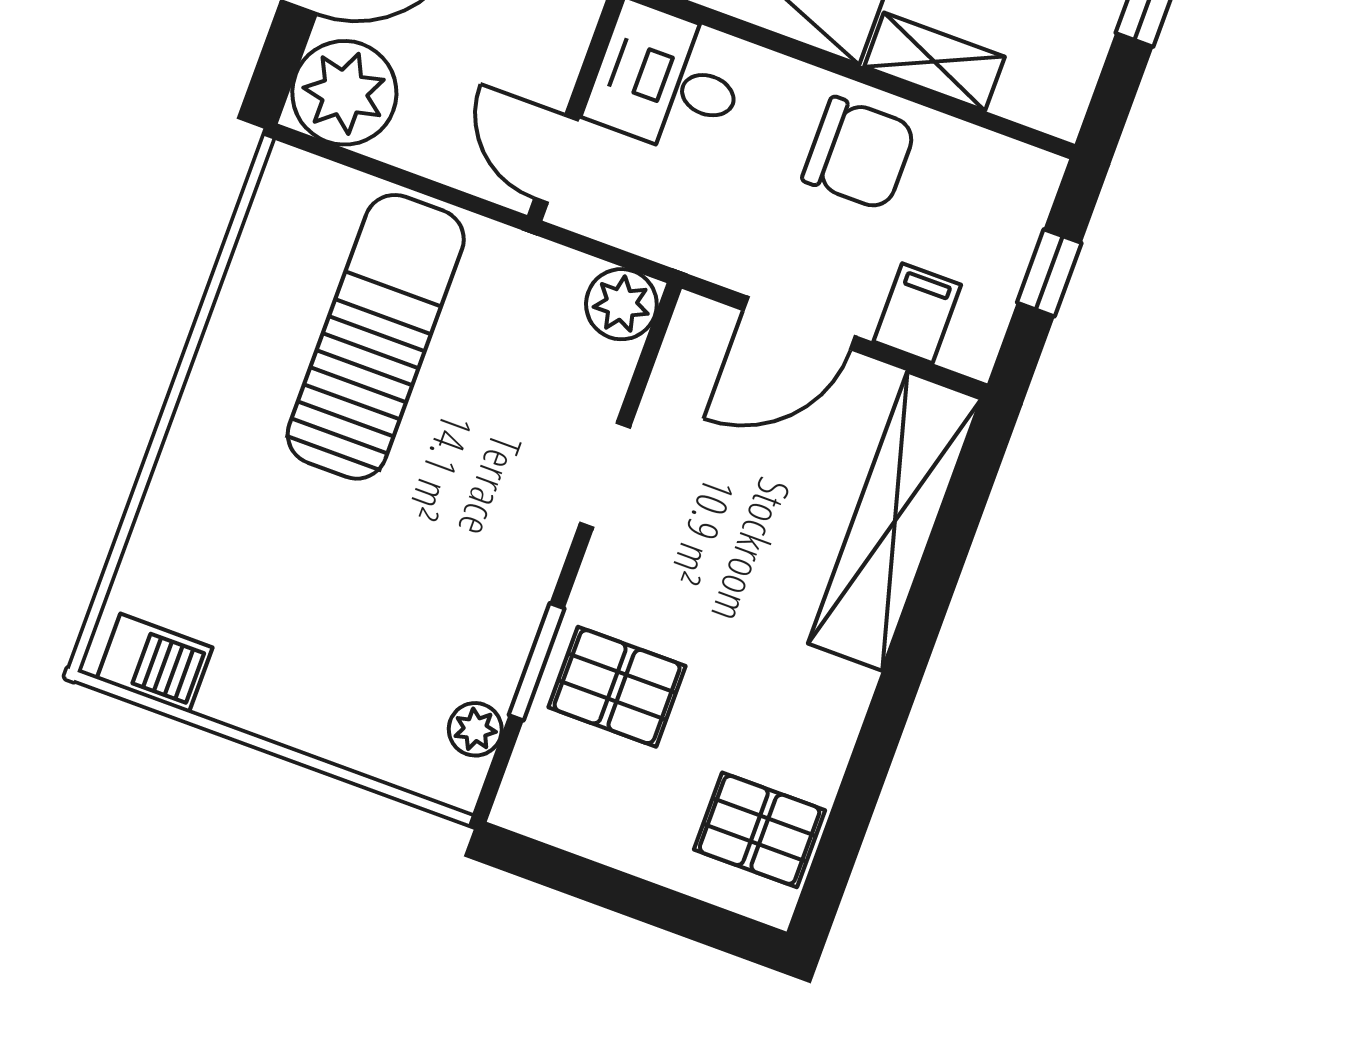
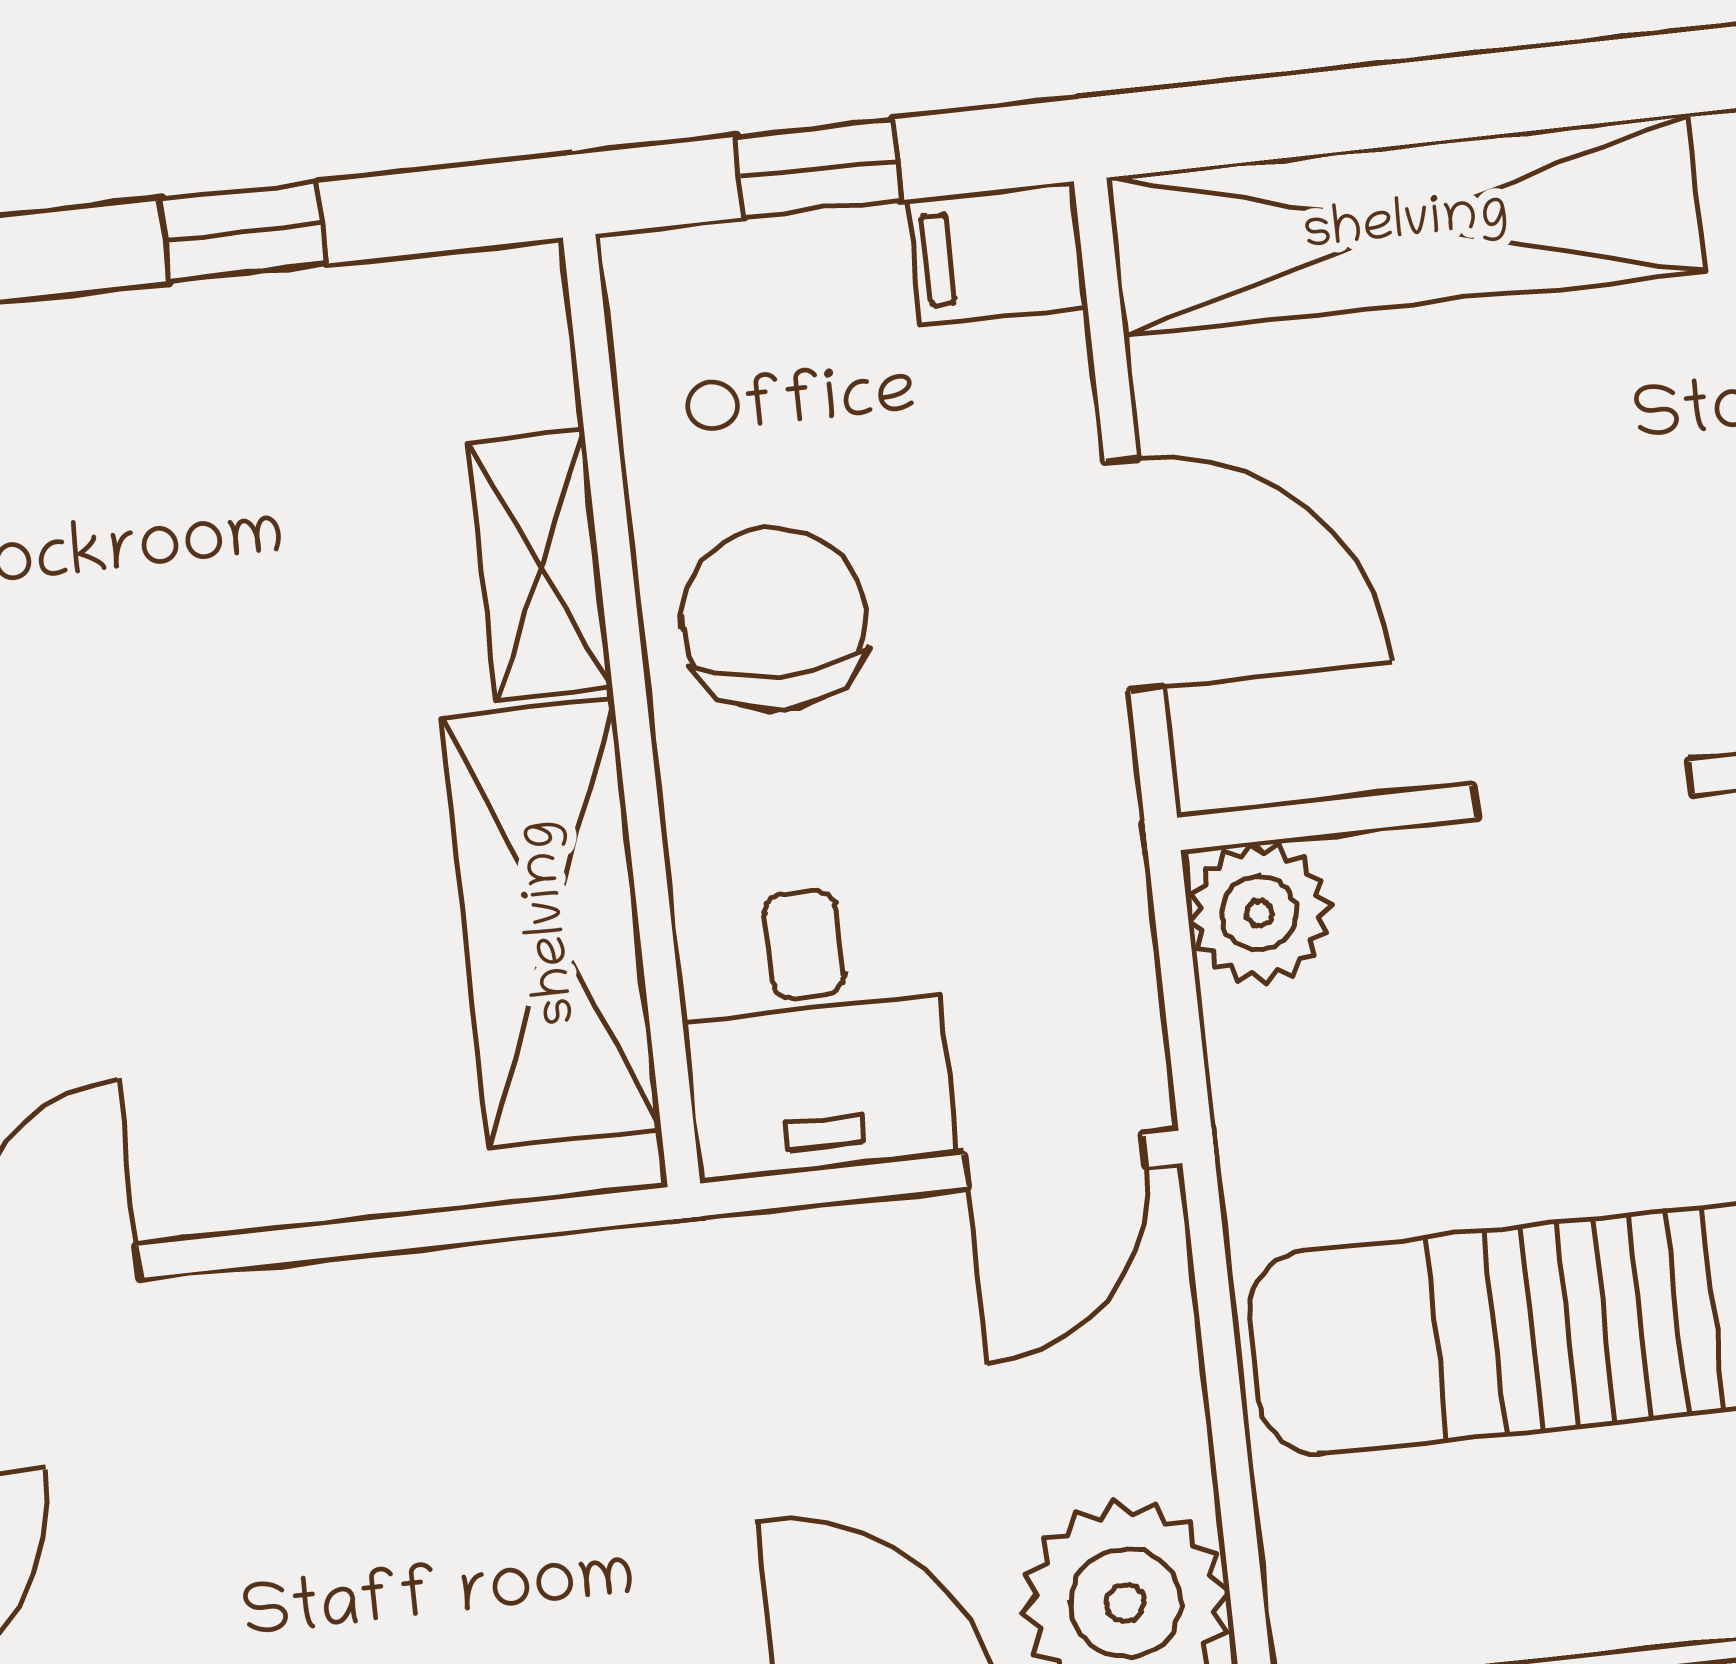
filing cabinet: (917, 313) -> (997, 253), moved

